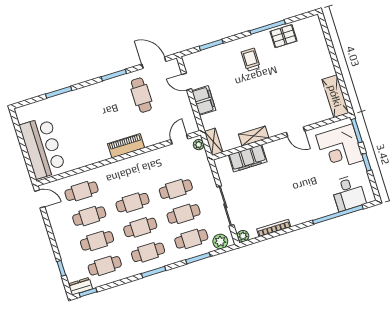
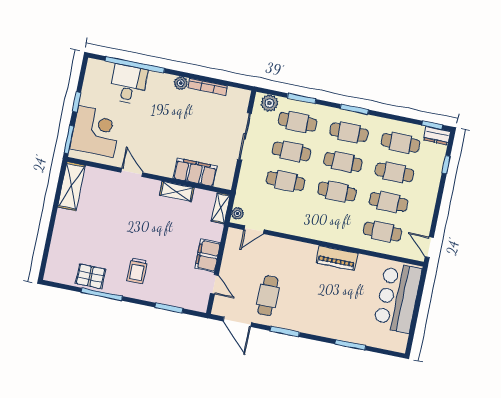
piano: (126, 146) -> (337, 258), moved
desk: (348, 193) -> (128, 84), moved
plant: (243, 236) -> (181, 83), moved

